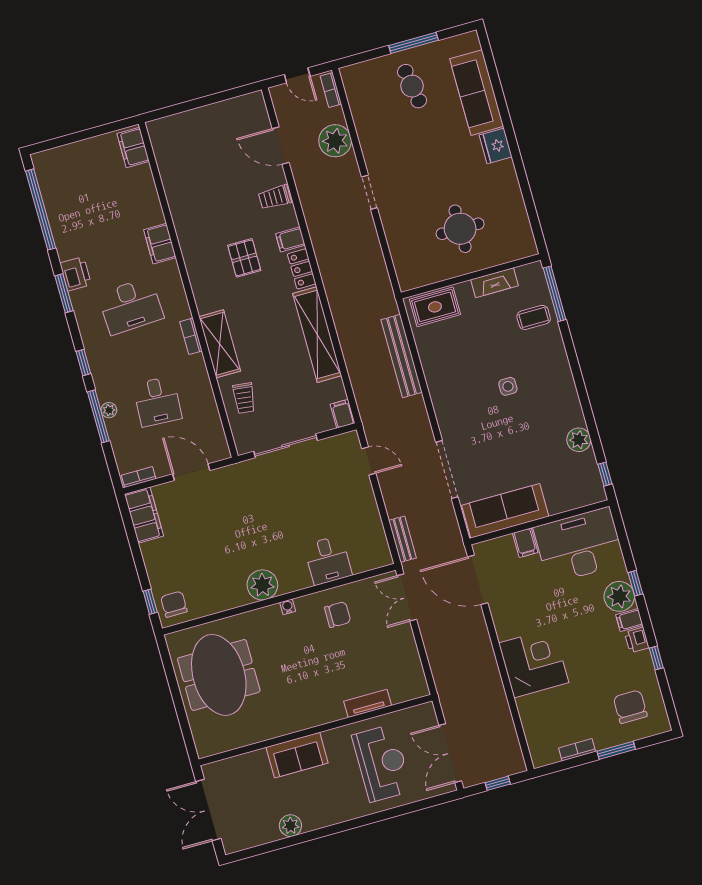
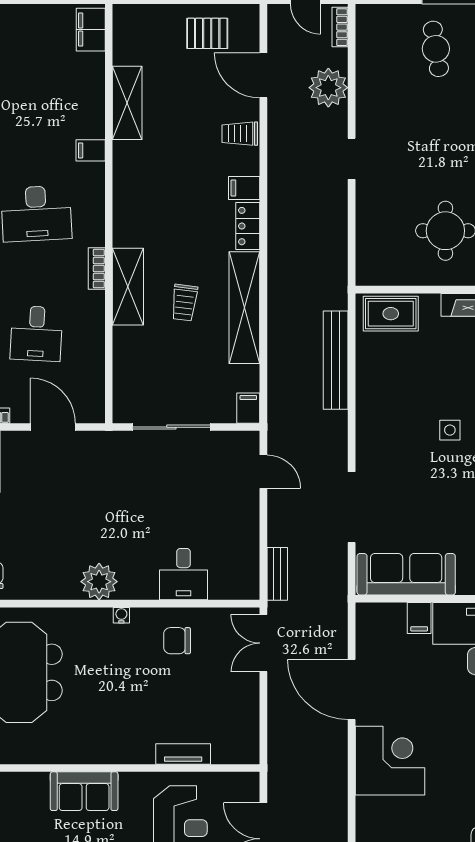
shelving: (178, 198) -> (127, 103), added
filing cabinet: (160, 244) -> (91, 150), width x0.50
pallet: (244, 258) -> (207, 33), moved, turned 90
trolley: (244, 398) -> (184, 303), moved
door: (478, 580) -> (352, 690), moved
chair: (338, 615) -> (177, 641), turned 180

